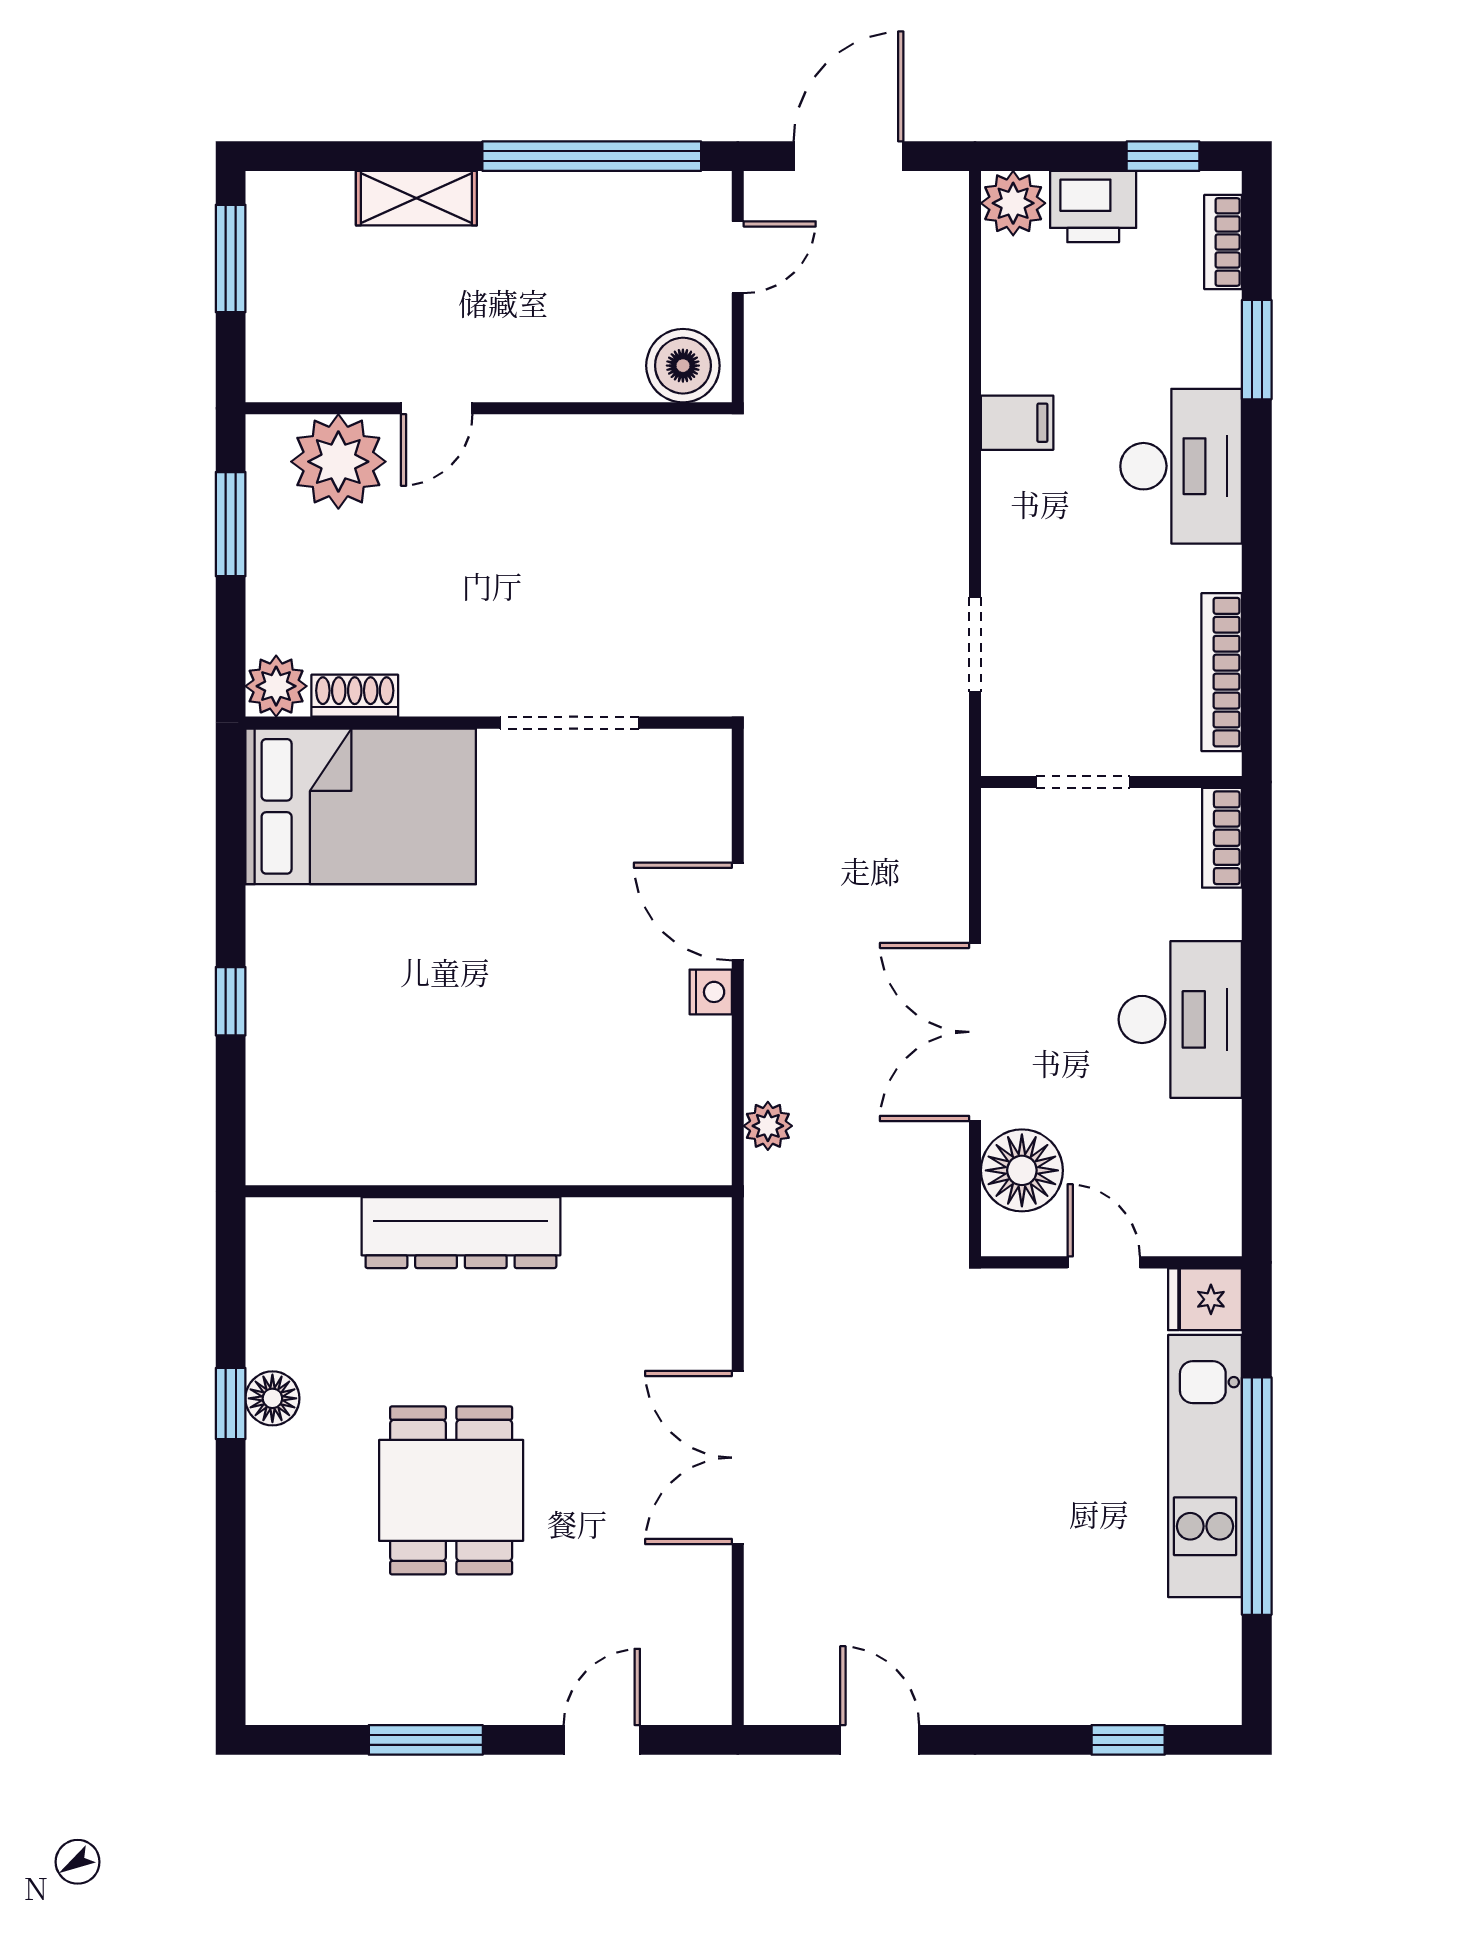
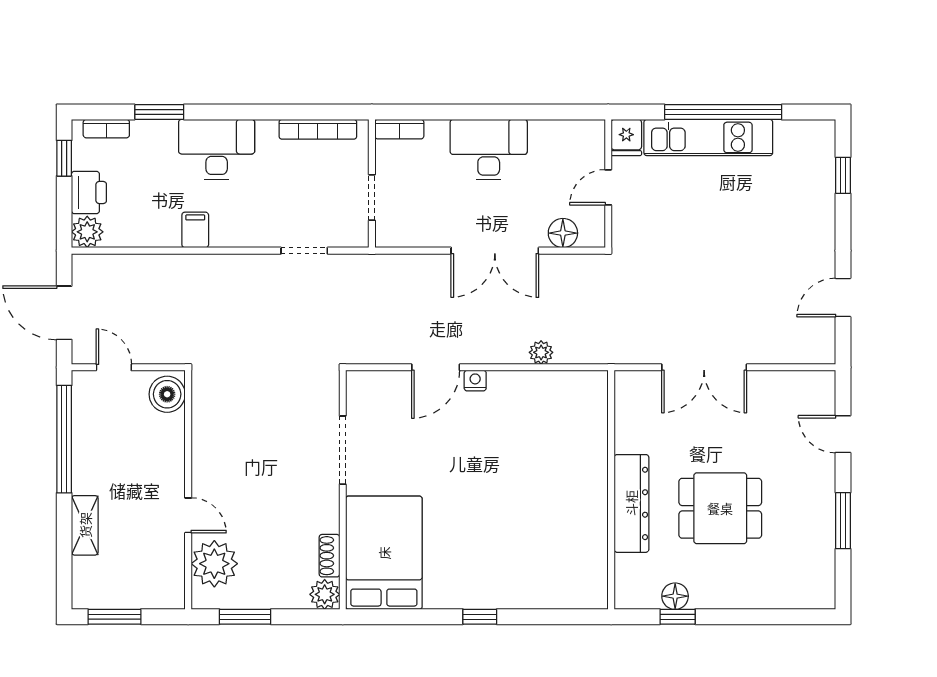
floor lamp: (1022, 1170) -> (563, 233), width x0.73, depth x0.73
wall: (489, 1191) -> (611, 490), moved
dresser: (461, 1233) -> (631, 503), moved

